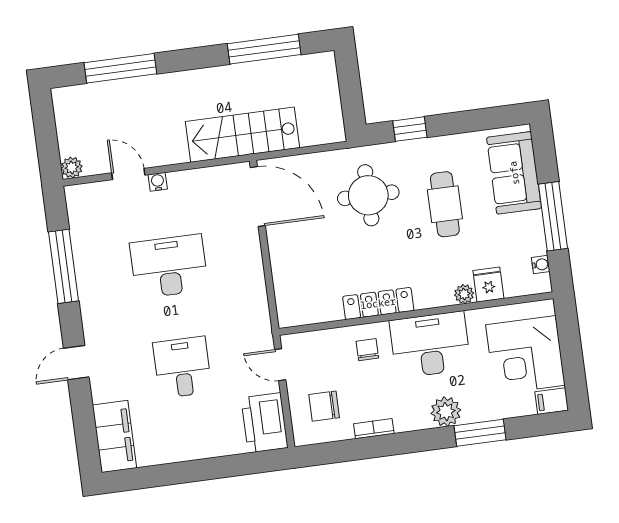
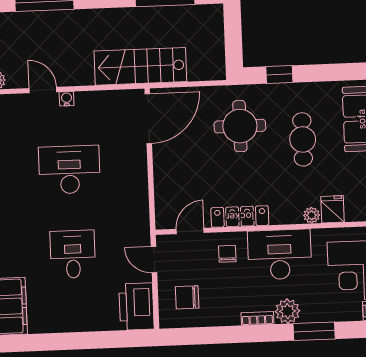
door: (258, 196) -> (148, 119), hinge flipped
door: (320, 326) -> (190, 231), added
bookcase: (374, 429) -> (257, 318), moved

